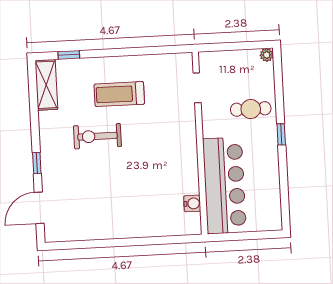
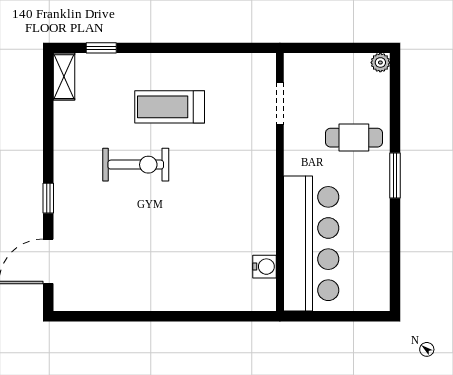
shelving: (46, 85) -> (64, 77), width x0.67, depth x0.75
window: (281, 134) -> (395, 176), width x1.50
exercise bike: (97, 136) -> (136, 165), turned 180

